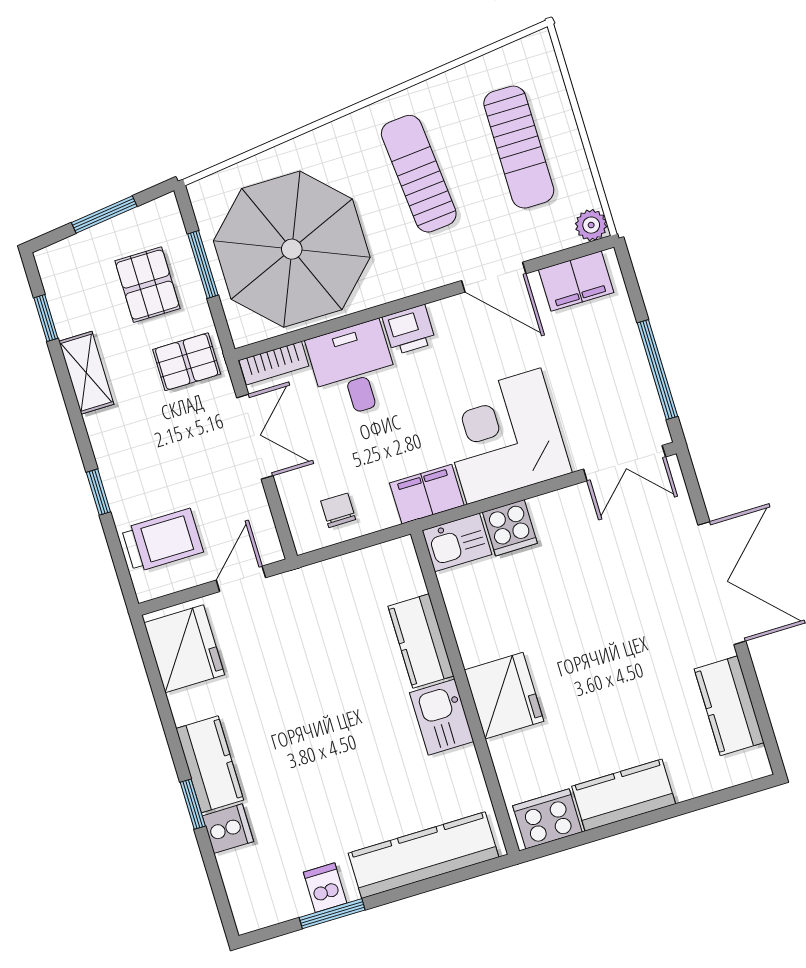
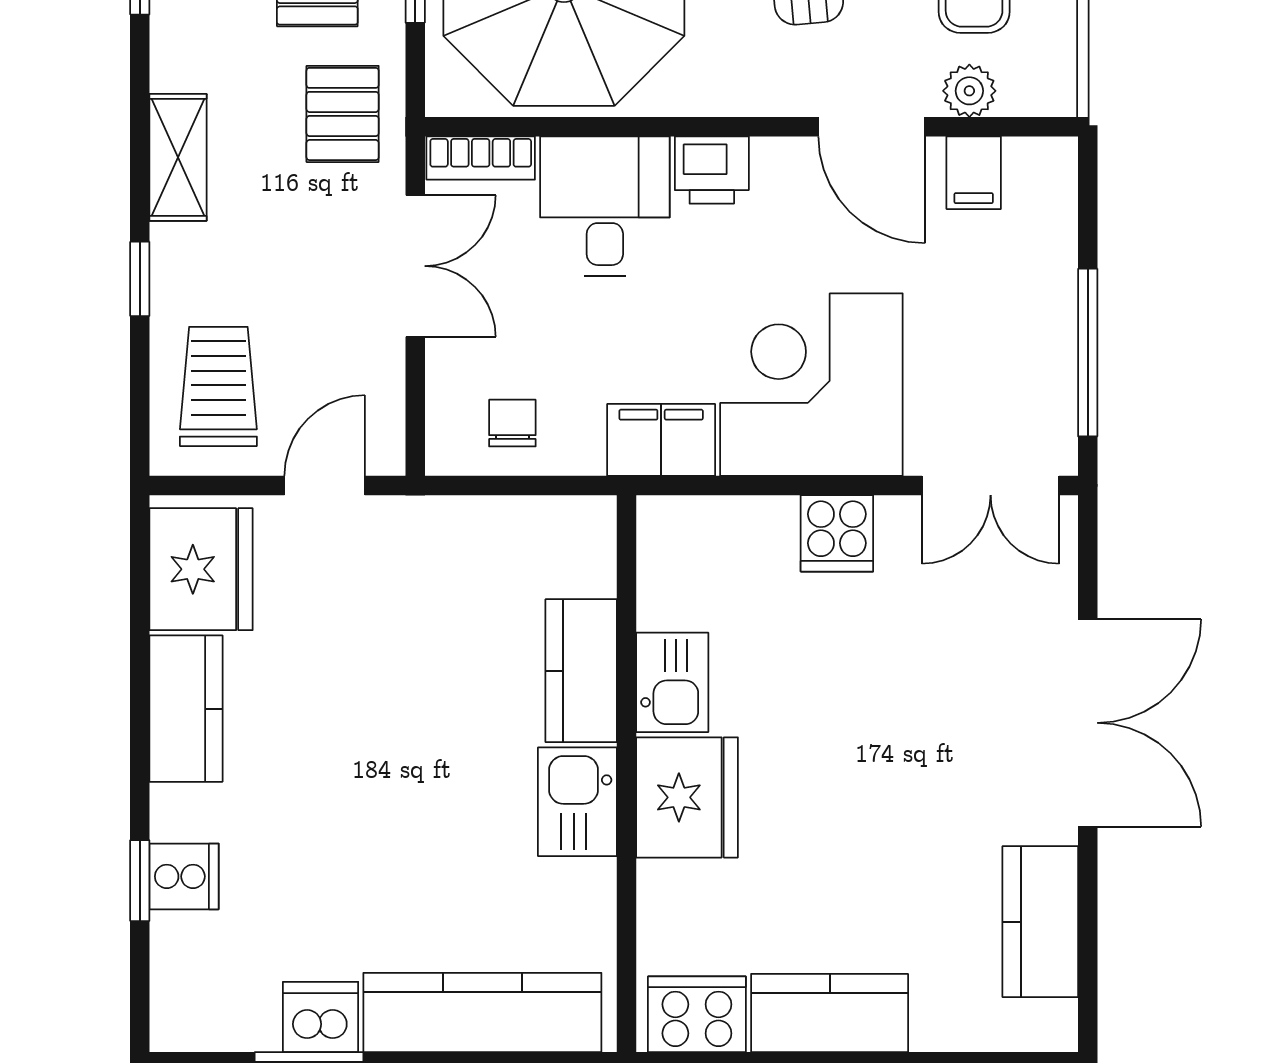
plant: (591, 225) -> (969, 91), moved
filing cabinet: (576, 281) -> (974, 173), width x0.50
pallet: (187, 362) -> (343, 114), turned 90
shelving: (86, 373) -> (178, 157), moved
cooker: (510, 528) -> (837, 533), moved
trolley: (162, 540) -> (218, 386), turned -90
kitchen sink: (457, 542) -> (672, 682), moved, turned -90
kitchen counter: (210, 764) -> (186, 709), moved
window: (193, 804) -> (140, 881), moved
dishwasher: (325, 888) -> (321, 1017), width x1.38

